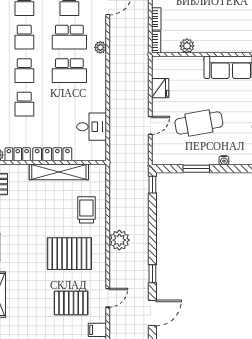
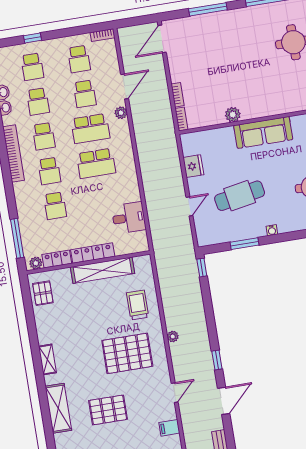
plant: (187, 46) -> (233, 115), moved
plant: (100, 47) -> (121, 113), moved
plant: (119, 240) -> (173, 336), width x0.53, depth x0.53
pallet: (71, 303) -> (108, 410), moved

